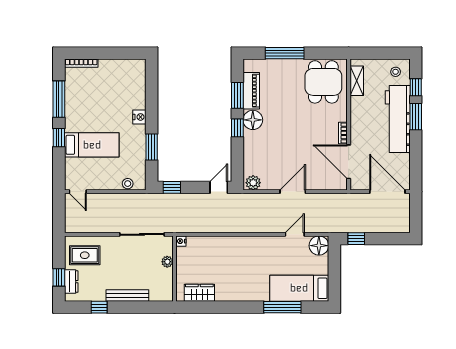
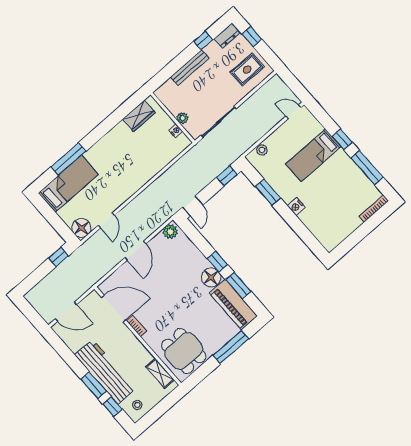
piano: (251, 91) -> (234, 305), width x1.37, depth x1.33
door: (387, 192) -> (66, 312), width x0.73
nightstand: (181, 241) -> (176, 131), moved
dresser: (71, 282) -> (227, 36), moved, turned -90

